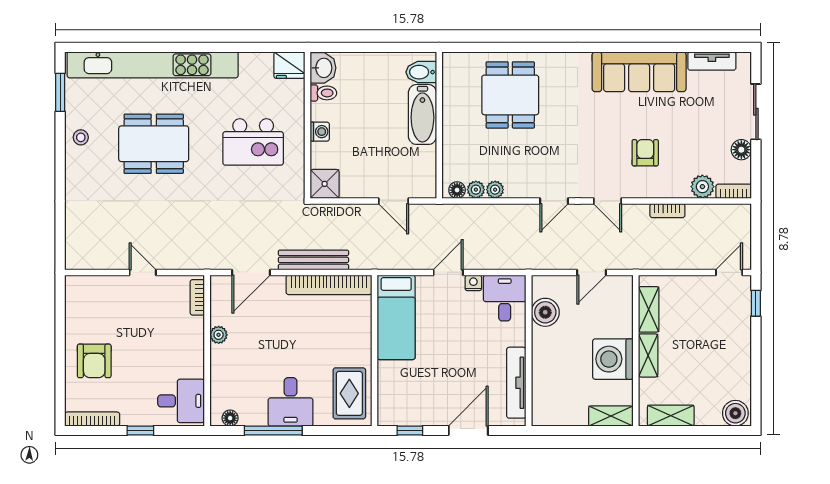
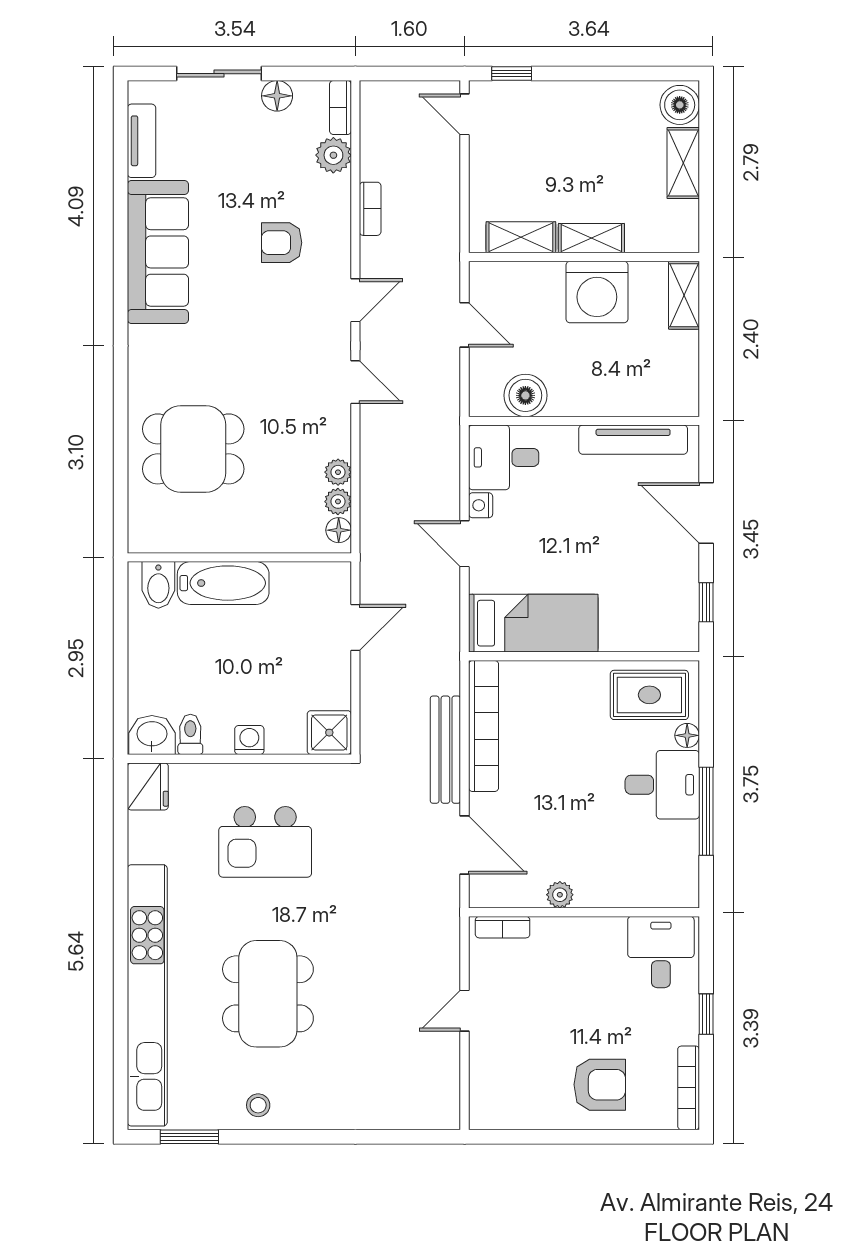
kitchen island: (253, 142) -> (265, 842), turned 90
shelving: (671, 416) -> (683, 163), moved
floor lamp: (230, 418) -> (687, 735), moved

